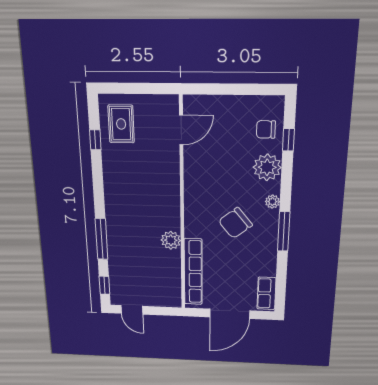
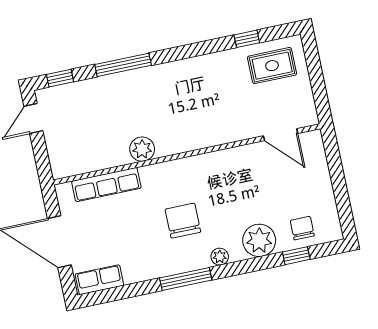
chair: (235, 223) -> (183, 221), turned 39
row of seats: (193, 272) -> (106, 185), width x0.73

